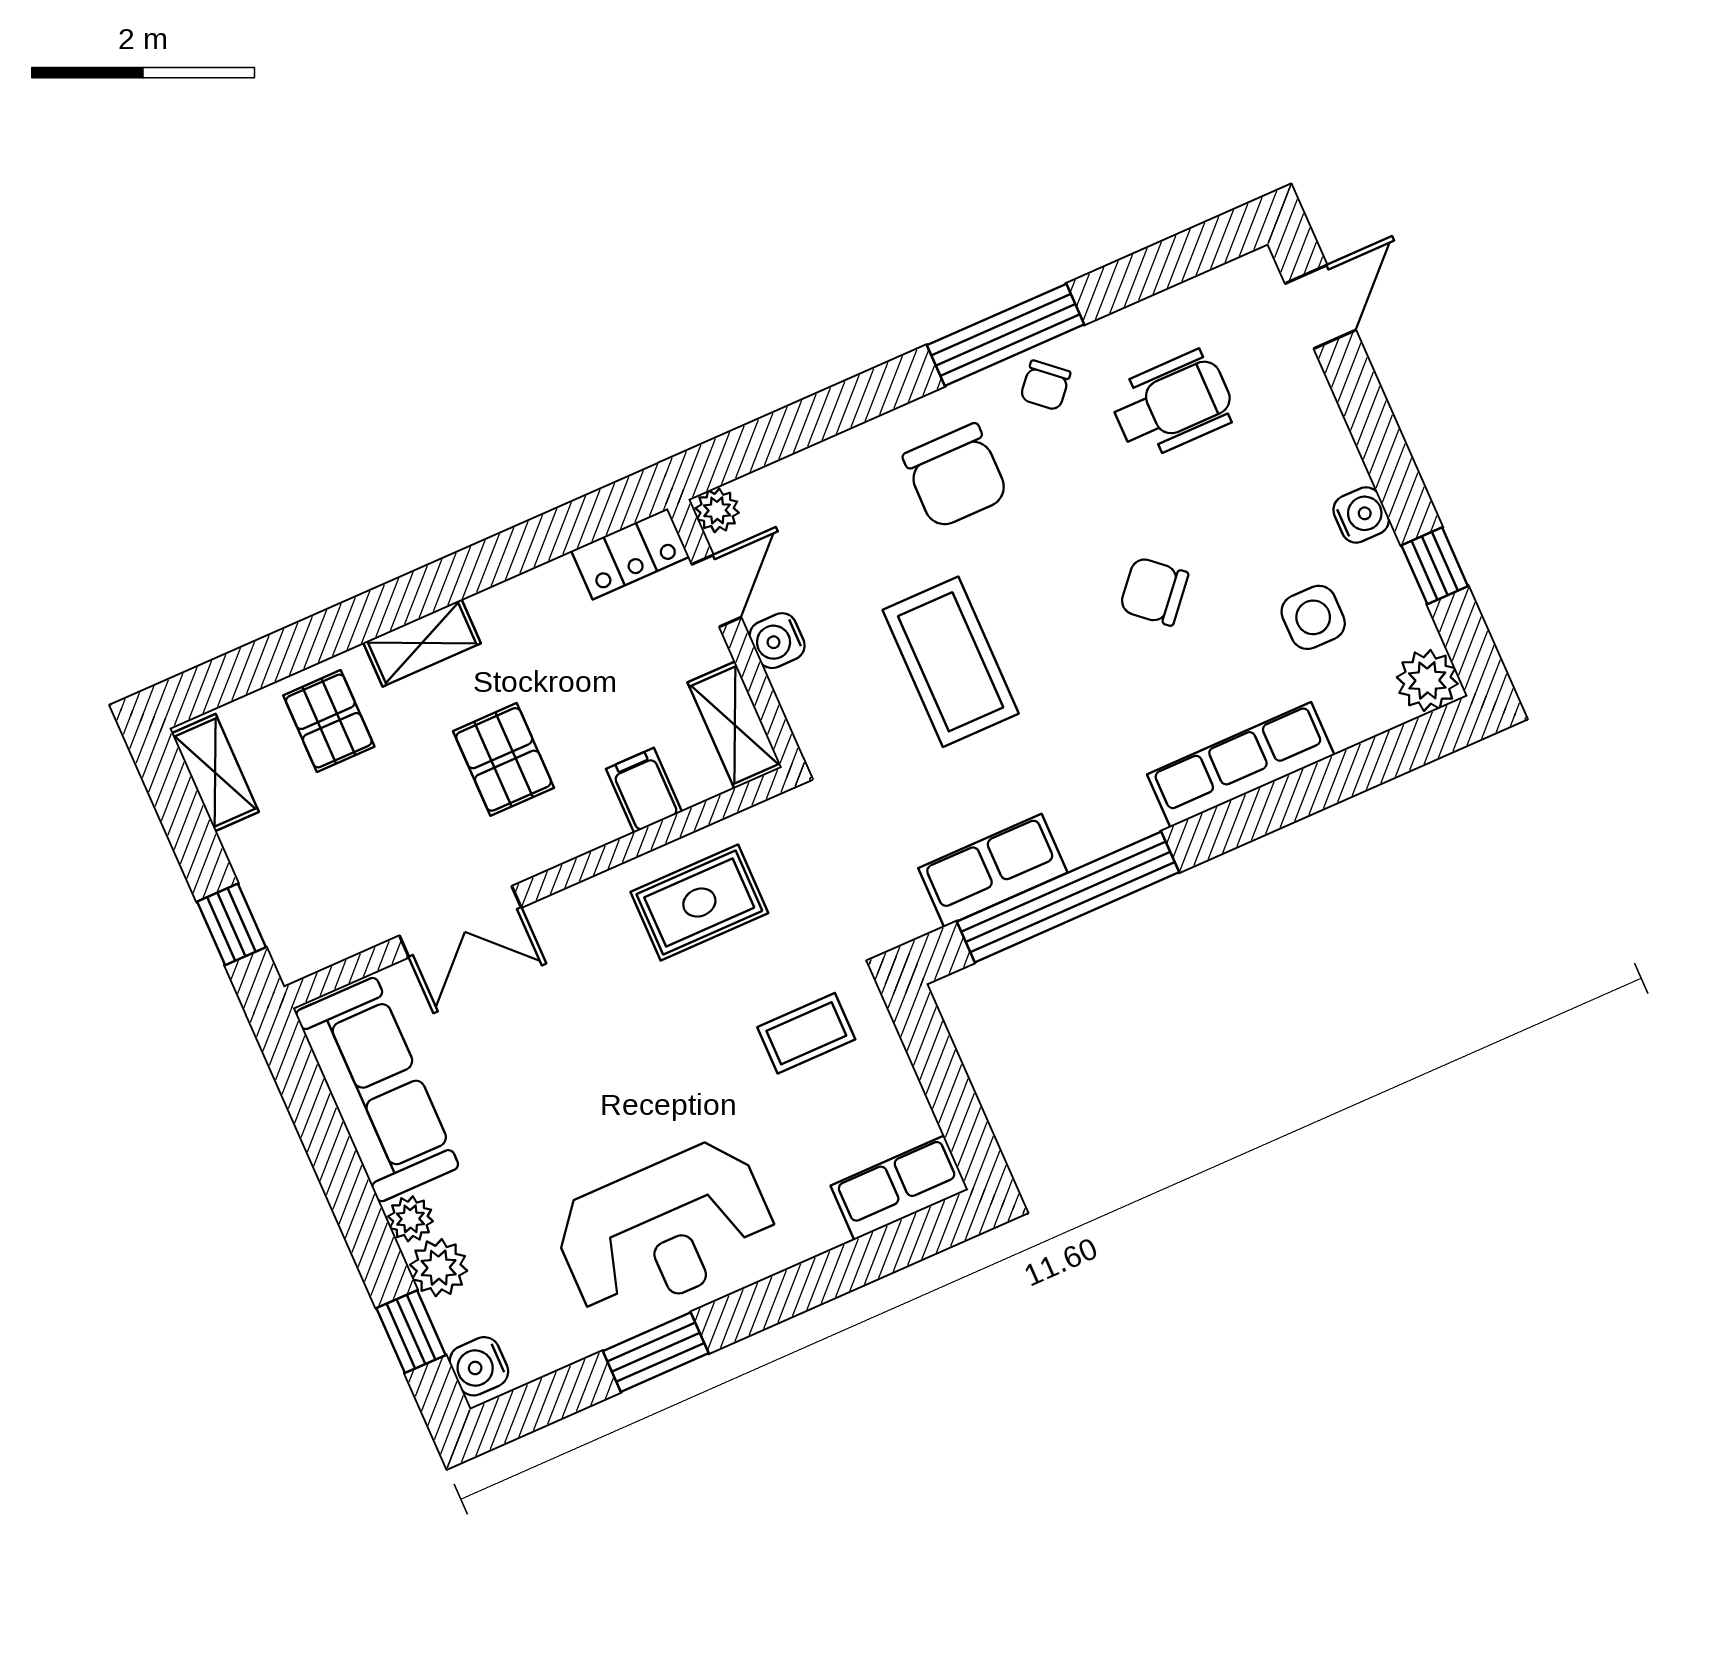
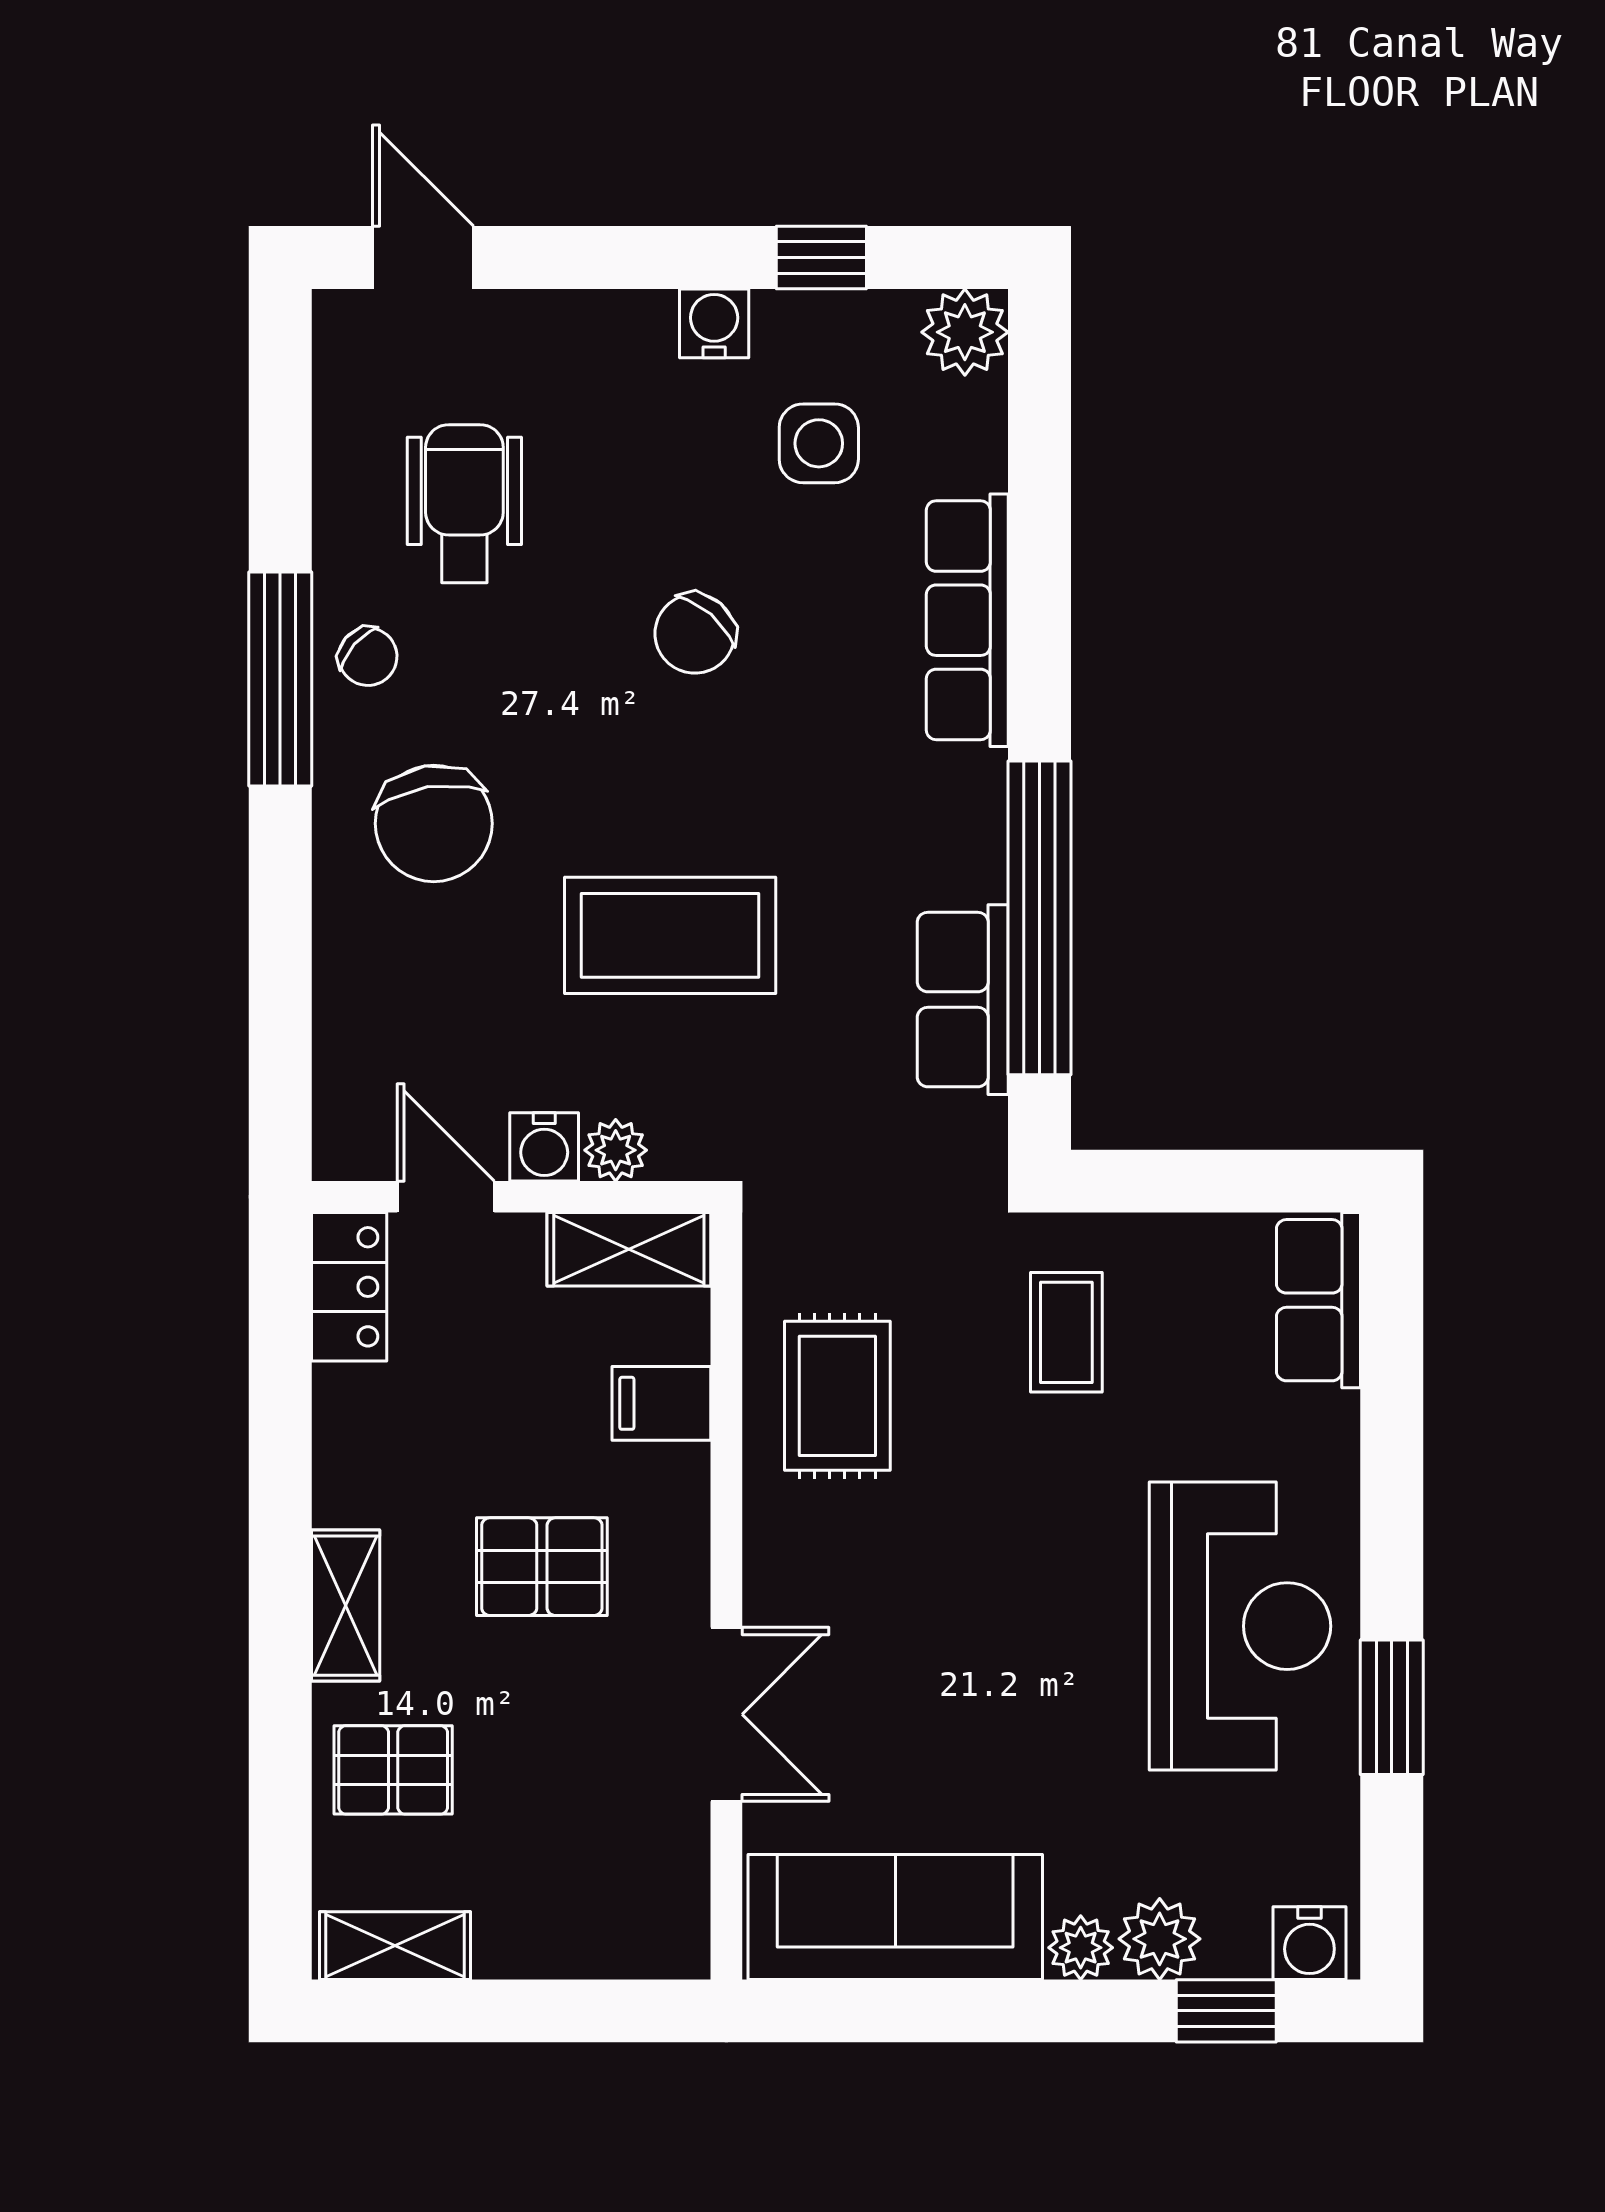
chair: (956, 476) -> (434, 824), turned 81
plant: (717, 510) -> (616, 1150), moved
window: (231, 924) -> (600, 2011), removed

